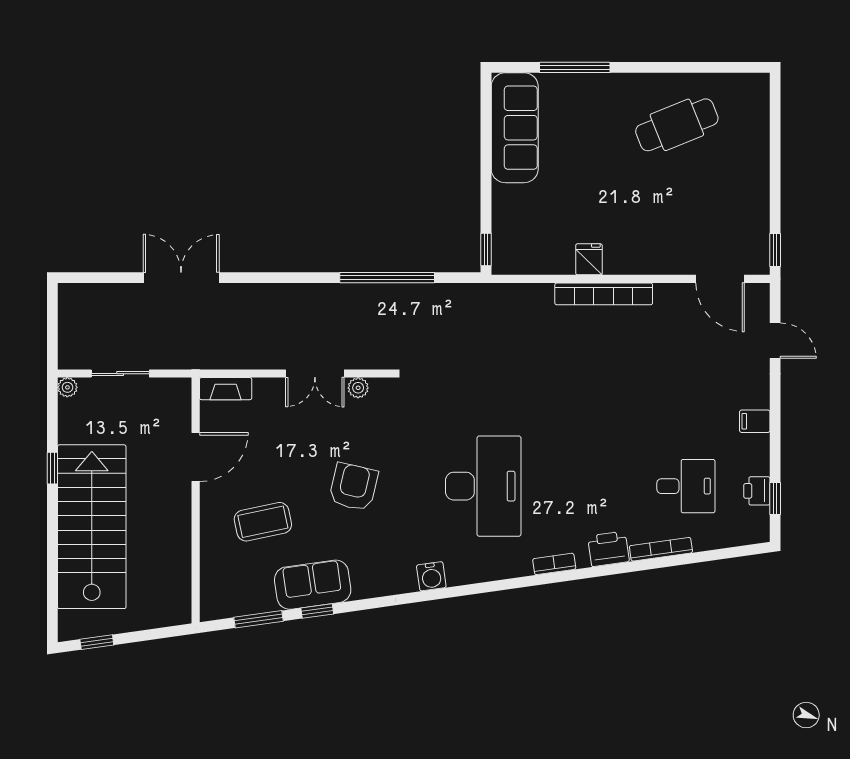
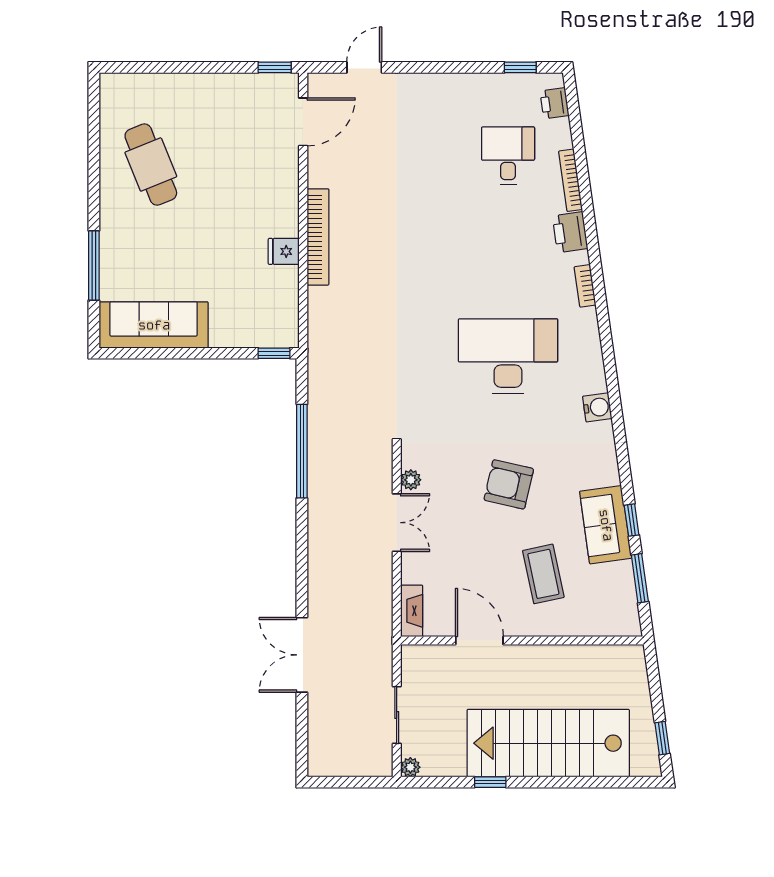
filing cabinet: (755, 421) -> (444, 87), removed
printer: (757, 491) -> (554, 103), moved, turned 82

